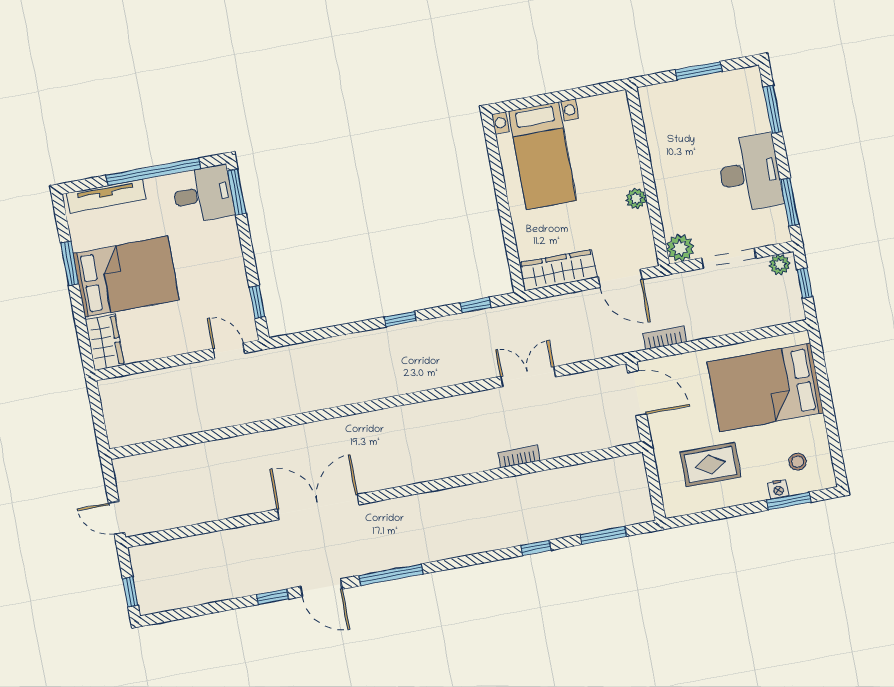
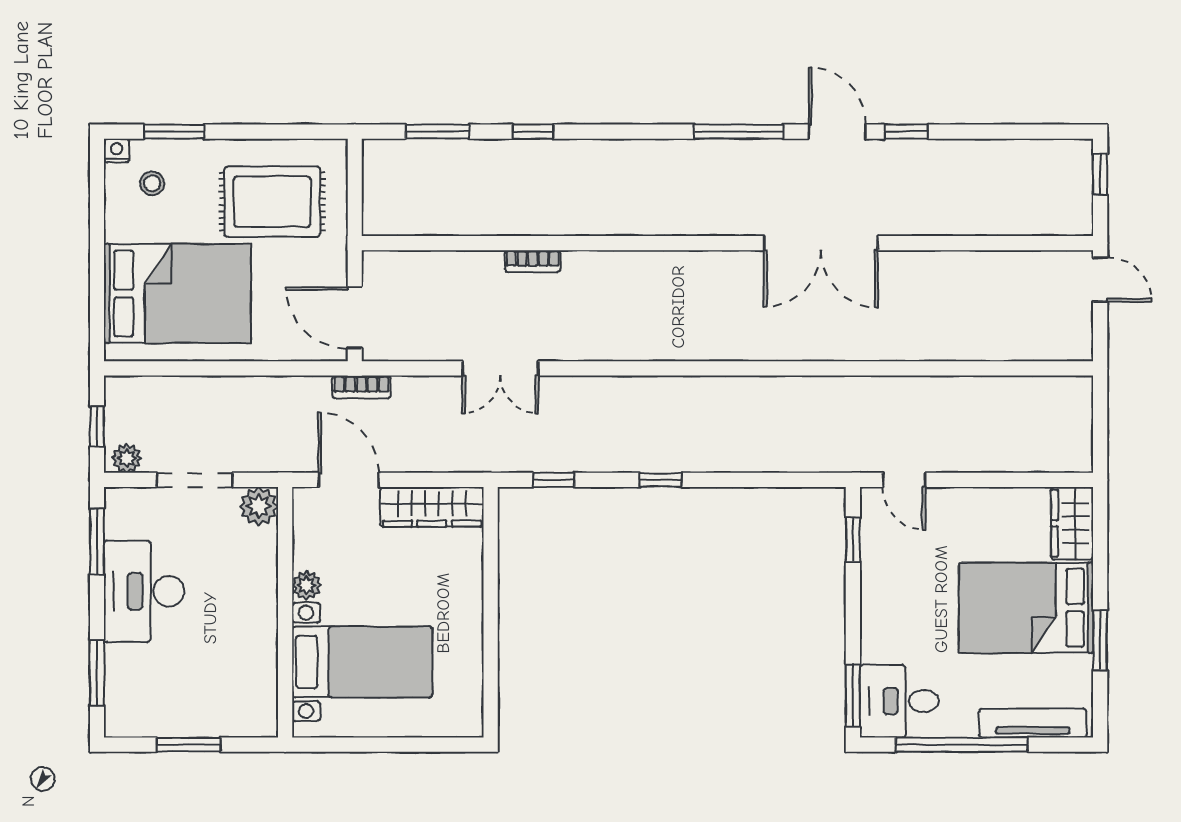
bed with nightstands: (542, 156) -> (362, 662), moved, turned 90
bookcase: (665, 338) -> (361, 387), moved
rug: (710, 464) -> (272, 202), width x1.36, depth x1.43
nightstand: (778, 489) -> (117, 151), moved

